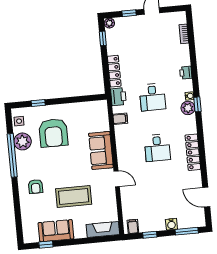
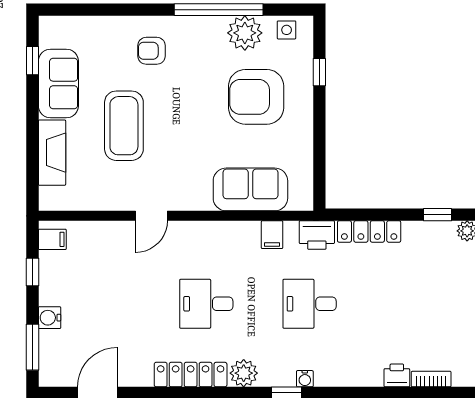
printer: (186, 73) -> (397, 375), moved
plant: (188, 108) -> (244, 373), moved
sofa: (101, 150) -> (250, 189), moved
fireplace: (103, 229) -> (52, 153), moved

